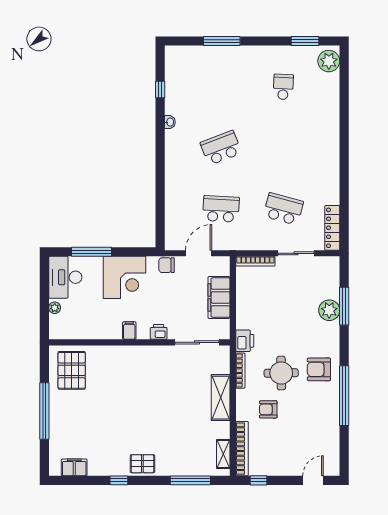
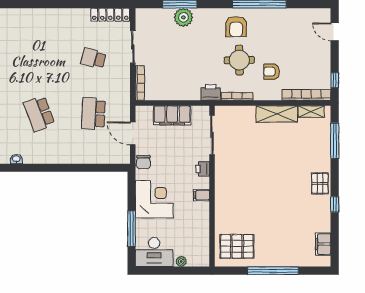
school desk: (283, 209) -> (93, 58), width x0.54
shelving: (221, 398) -> (277, 114), moved
armchair: (268, 409) -> (272, 72), turned 90

